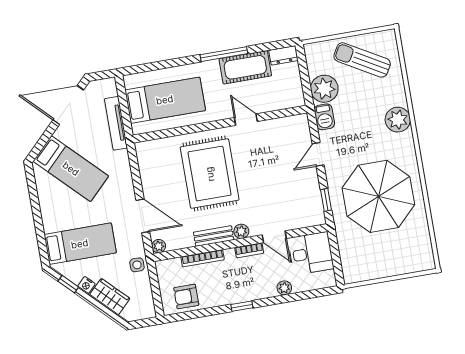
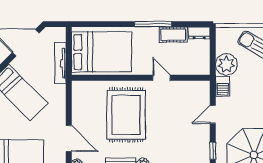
cot: (245, 67) -> (173, 35), width x0.73, depth x0.75
bed: (165, 100) -> (102, 52), width x1.50

